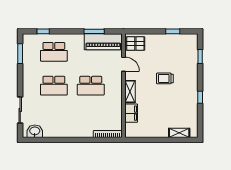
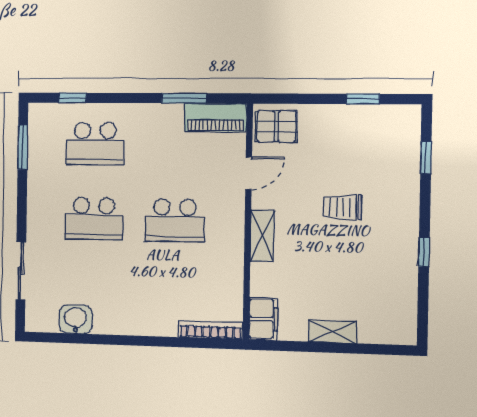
piano: (103, 42) -> (215, 117), width x0.73, depth x0.75
door: (124, 64) -> (249, 173), hinge flipped
filing cabinet: (131, 113) -> (263, 319), moved
washbasin: (35, 131) -> (76, 319), moved
shelving: (179, 133) -> (332, 332), moved

